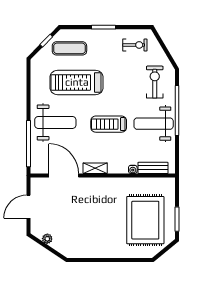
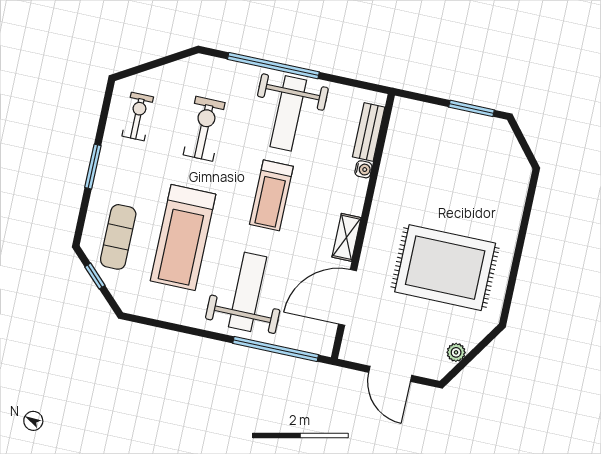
exercise bike: (155, 82) -> (204, 129), moved, turned 90
rug: (145, 220) -> (445, 268), moved

